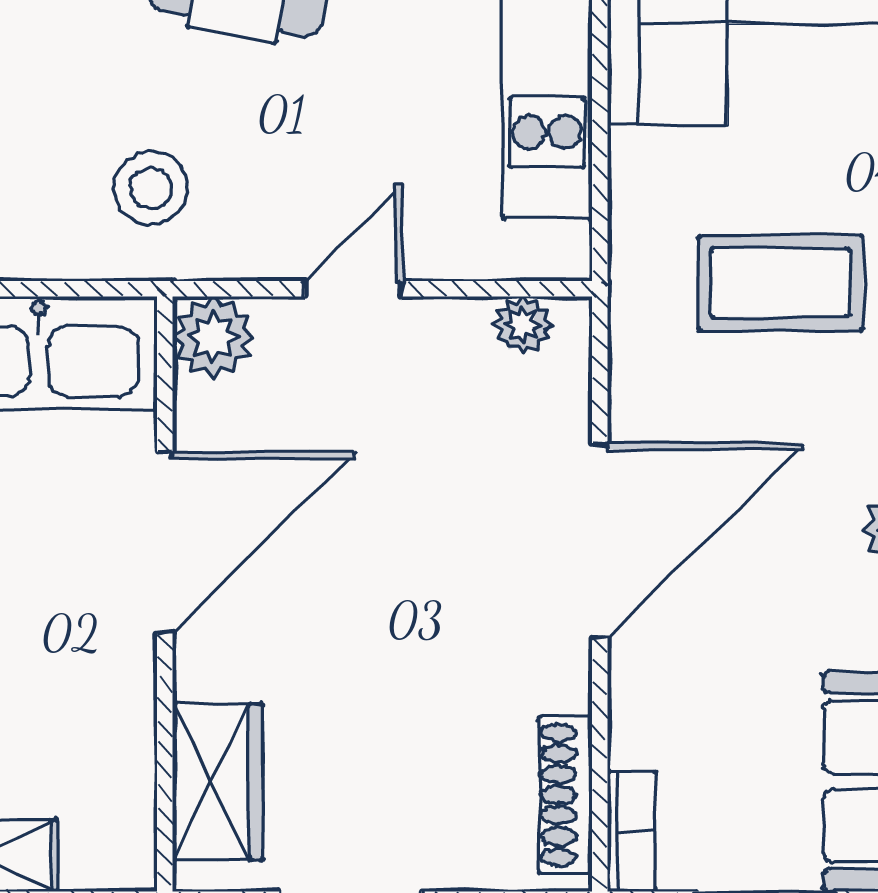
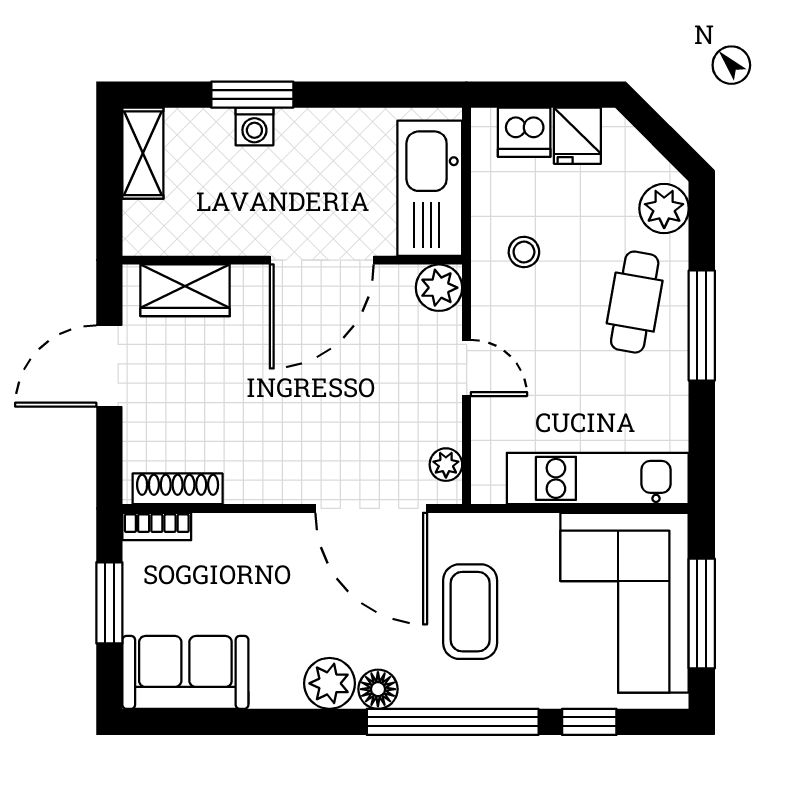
stool: (151, 188) -> (524, 252), width x0.73, depth x0.73
door: (600, 541) -> (371, 508), moved
door: (165, 542) -> (322, 260), hinge flipped

